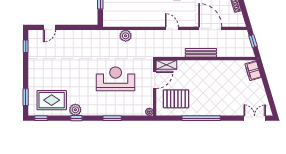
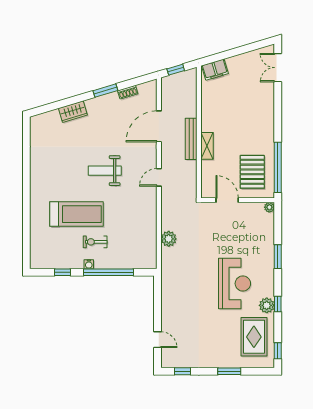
shelving: (166, 65) -> (207, 146), moved
reception desk: (116, 79) -> (235, 284), moved, turned 180
window: (26, 97) -> (229, 371), moved
window: (201, 118) -> (278, 167), moved

